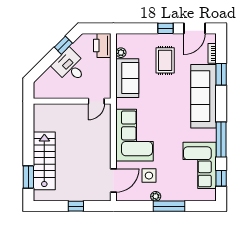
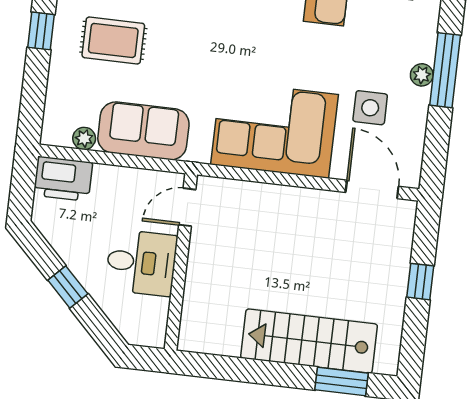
window: (63, 45) -> (68, 287), moved
desk: (70, 66) -> (141, 263), moved, turned -135
door: (96, 101) -> (187, 207), swing flipped
plant: (156, 196) -> (422, 75), moved

